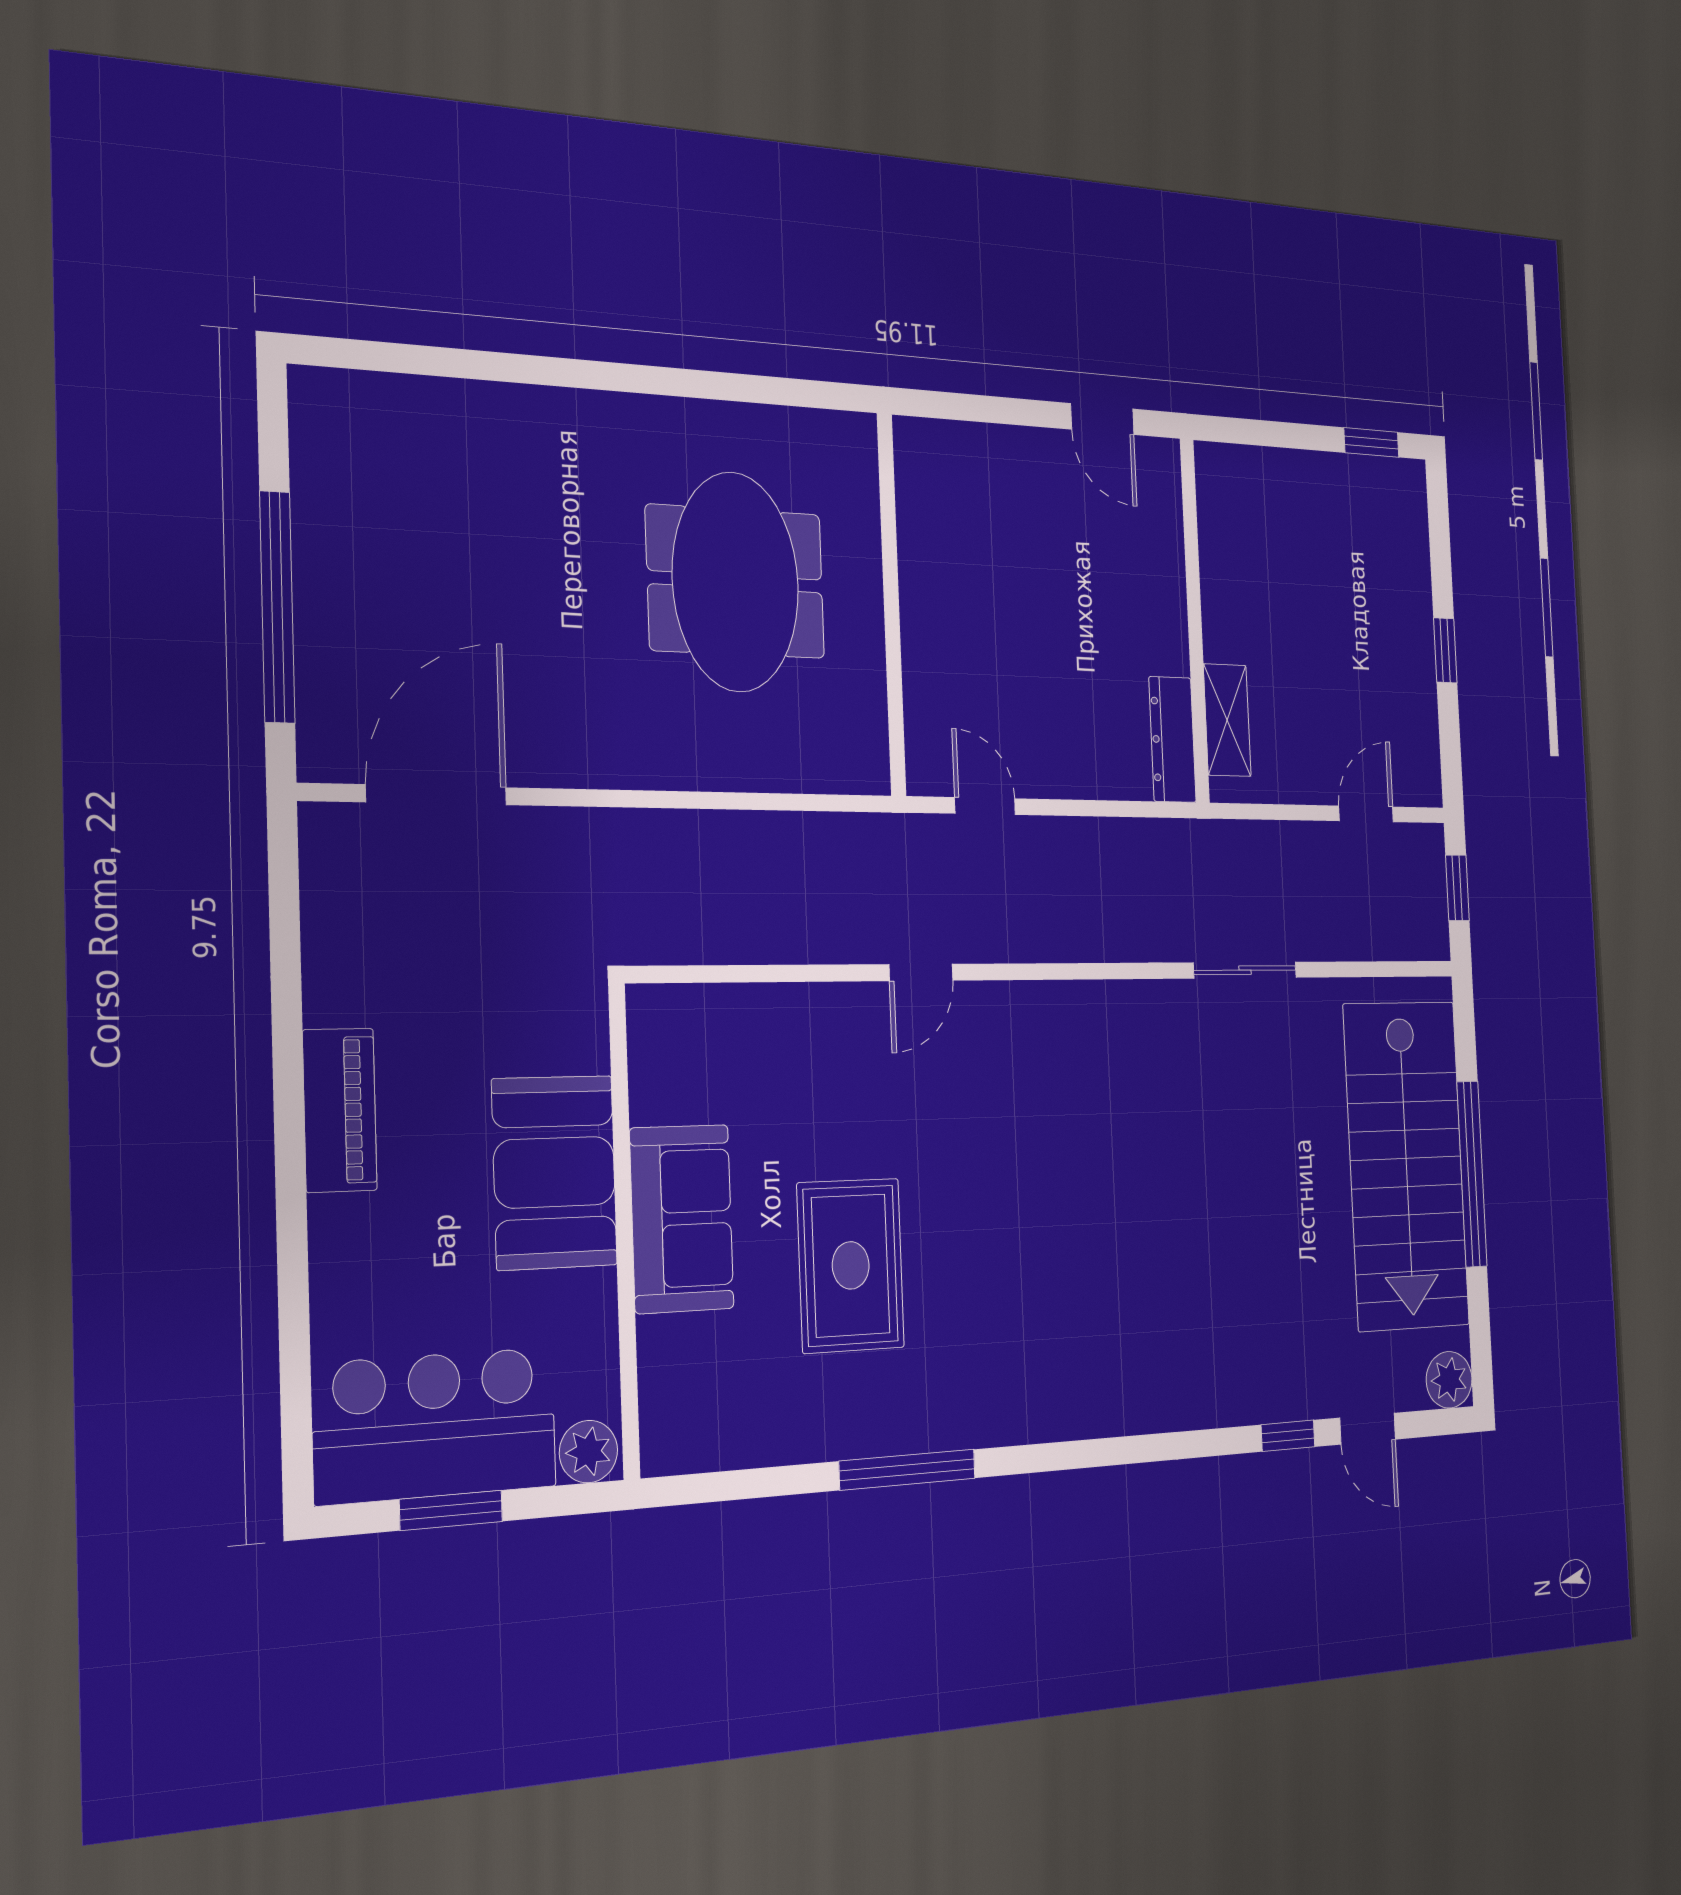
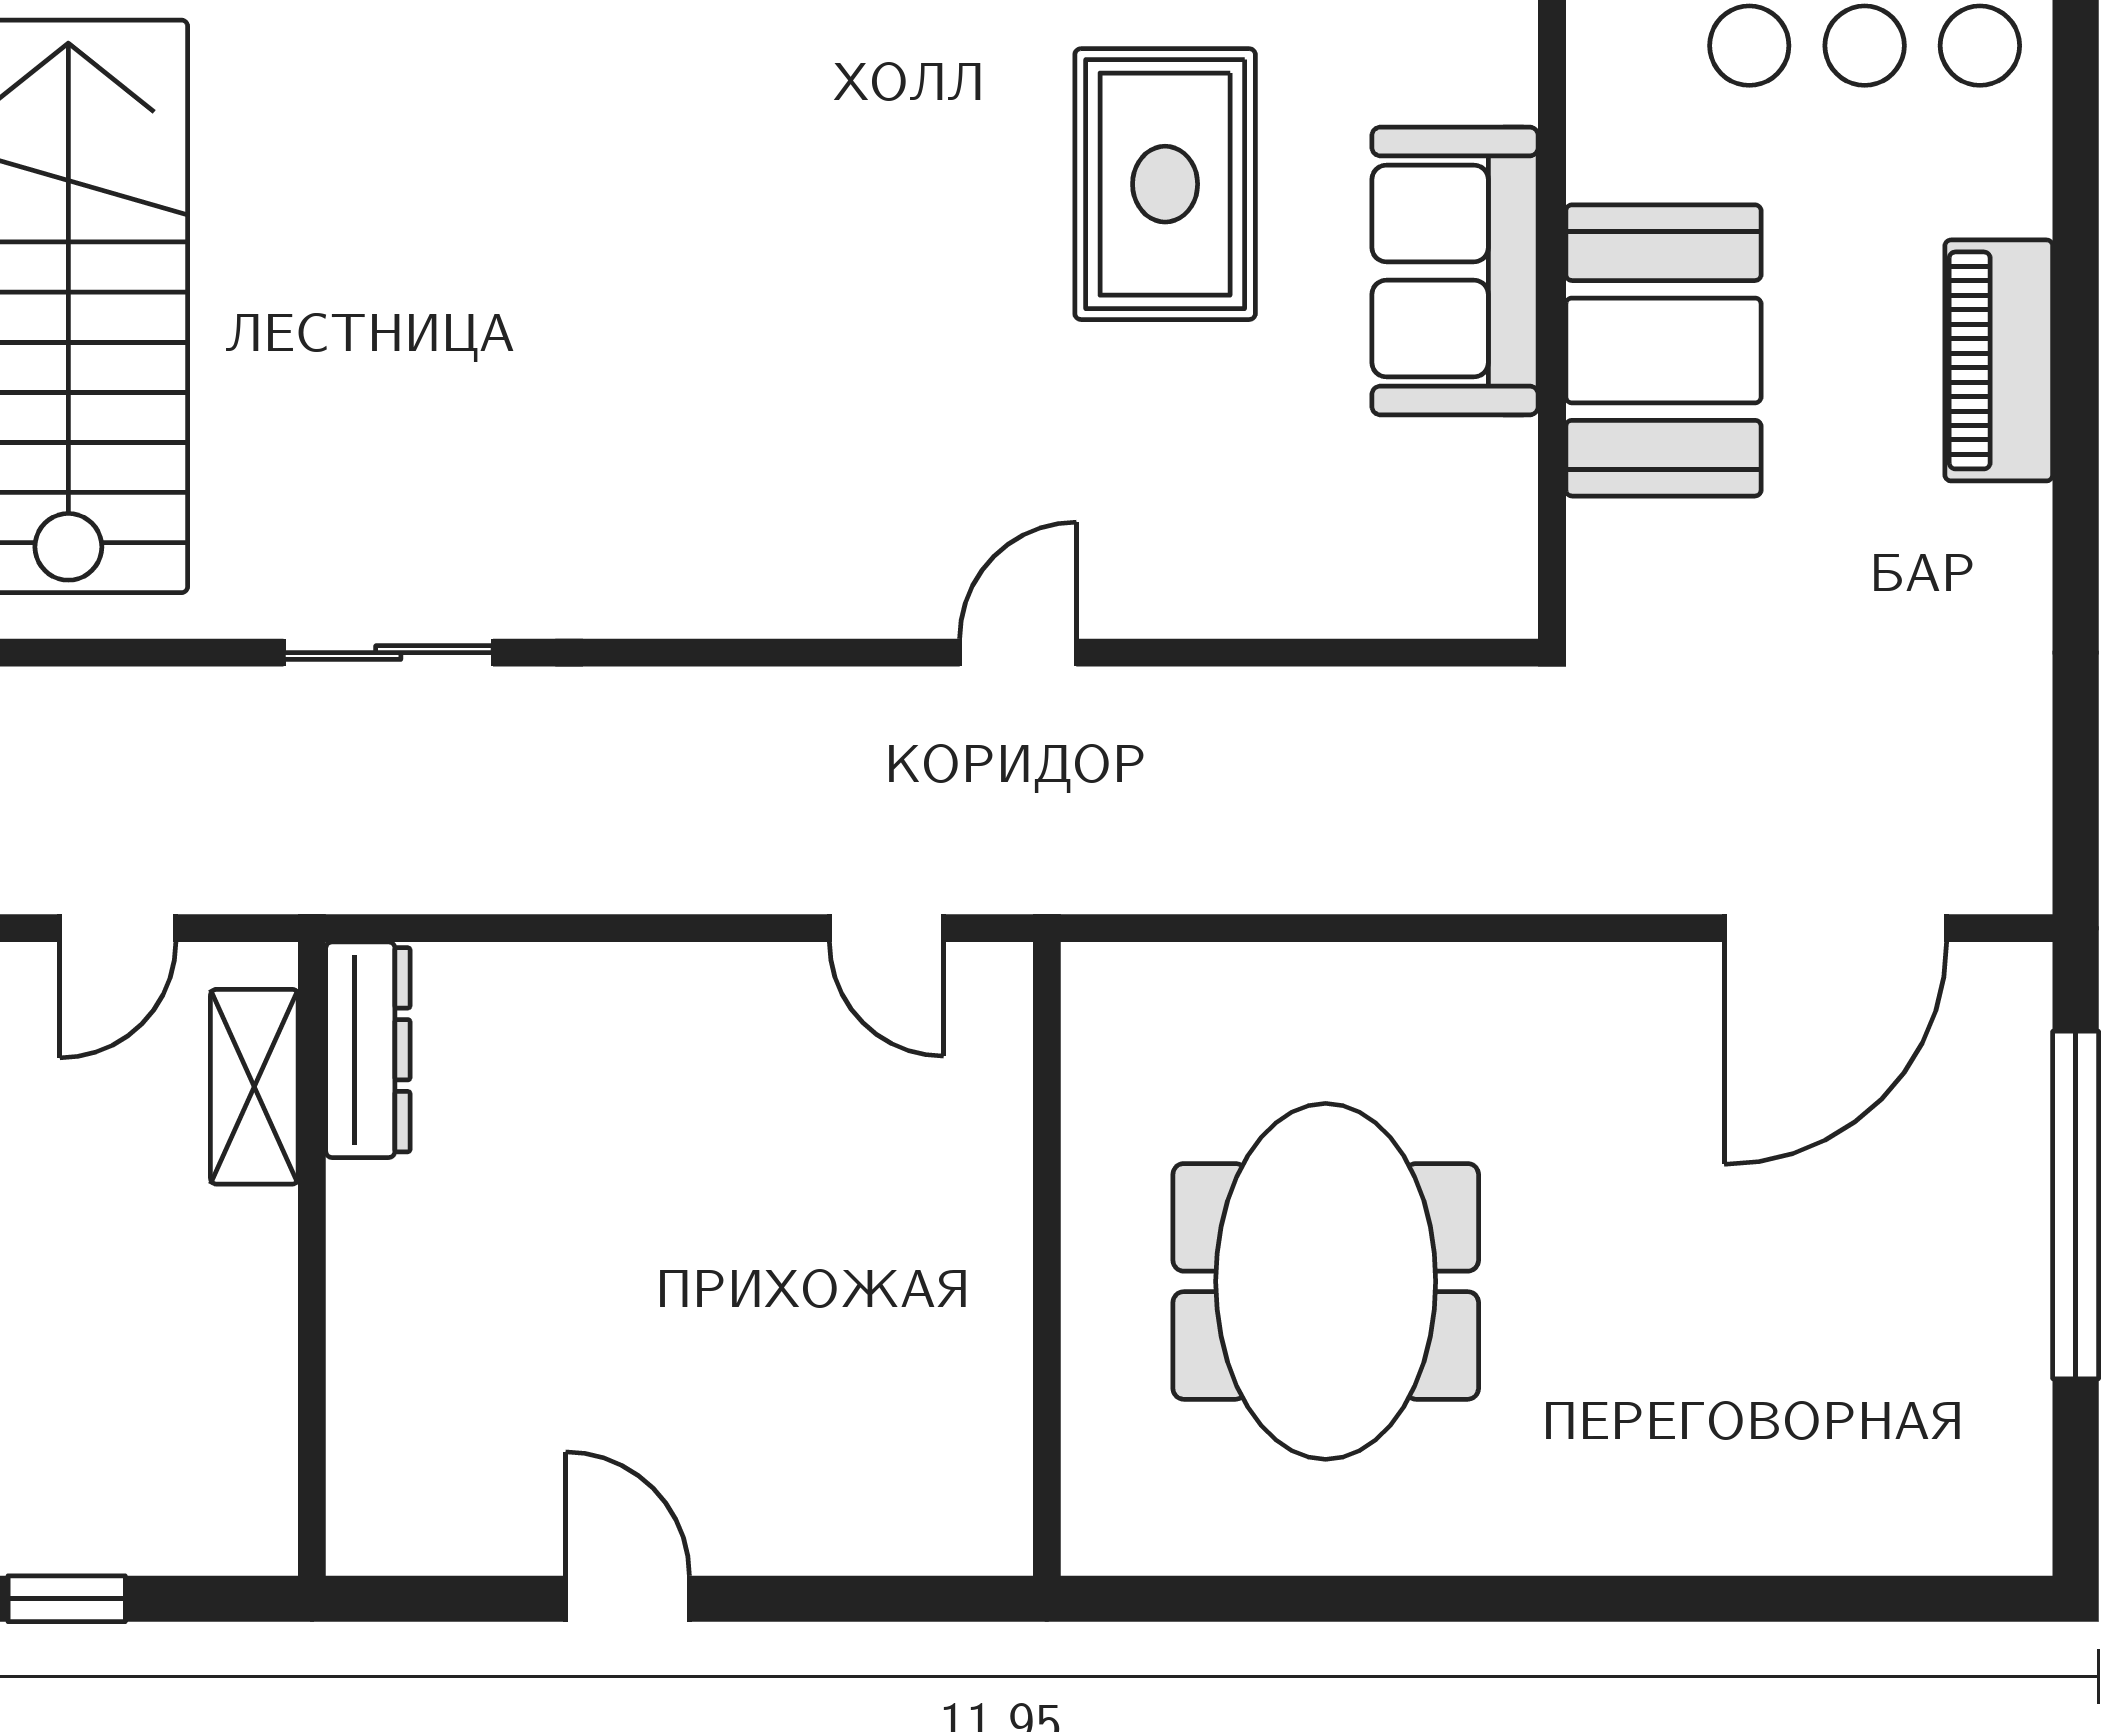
wall: (1195, 620) -> (312, 1259), moved
shelving: (1227, 720) -> (254, 1087), moved
dresser: (1172, 739) -> (368, 1050), moved
piano: (340, 1110) -> (1999, 360), moved

